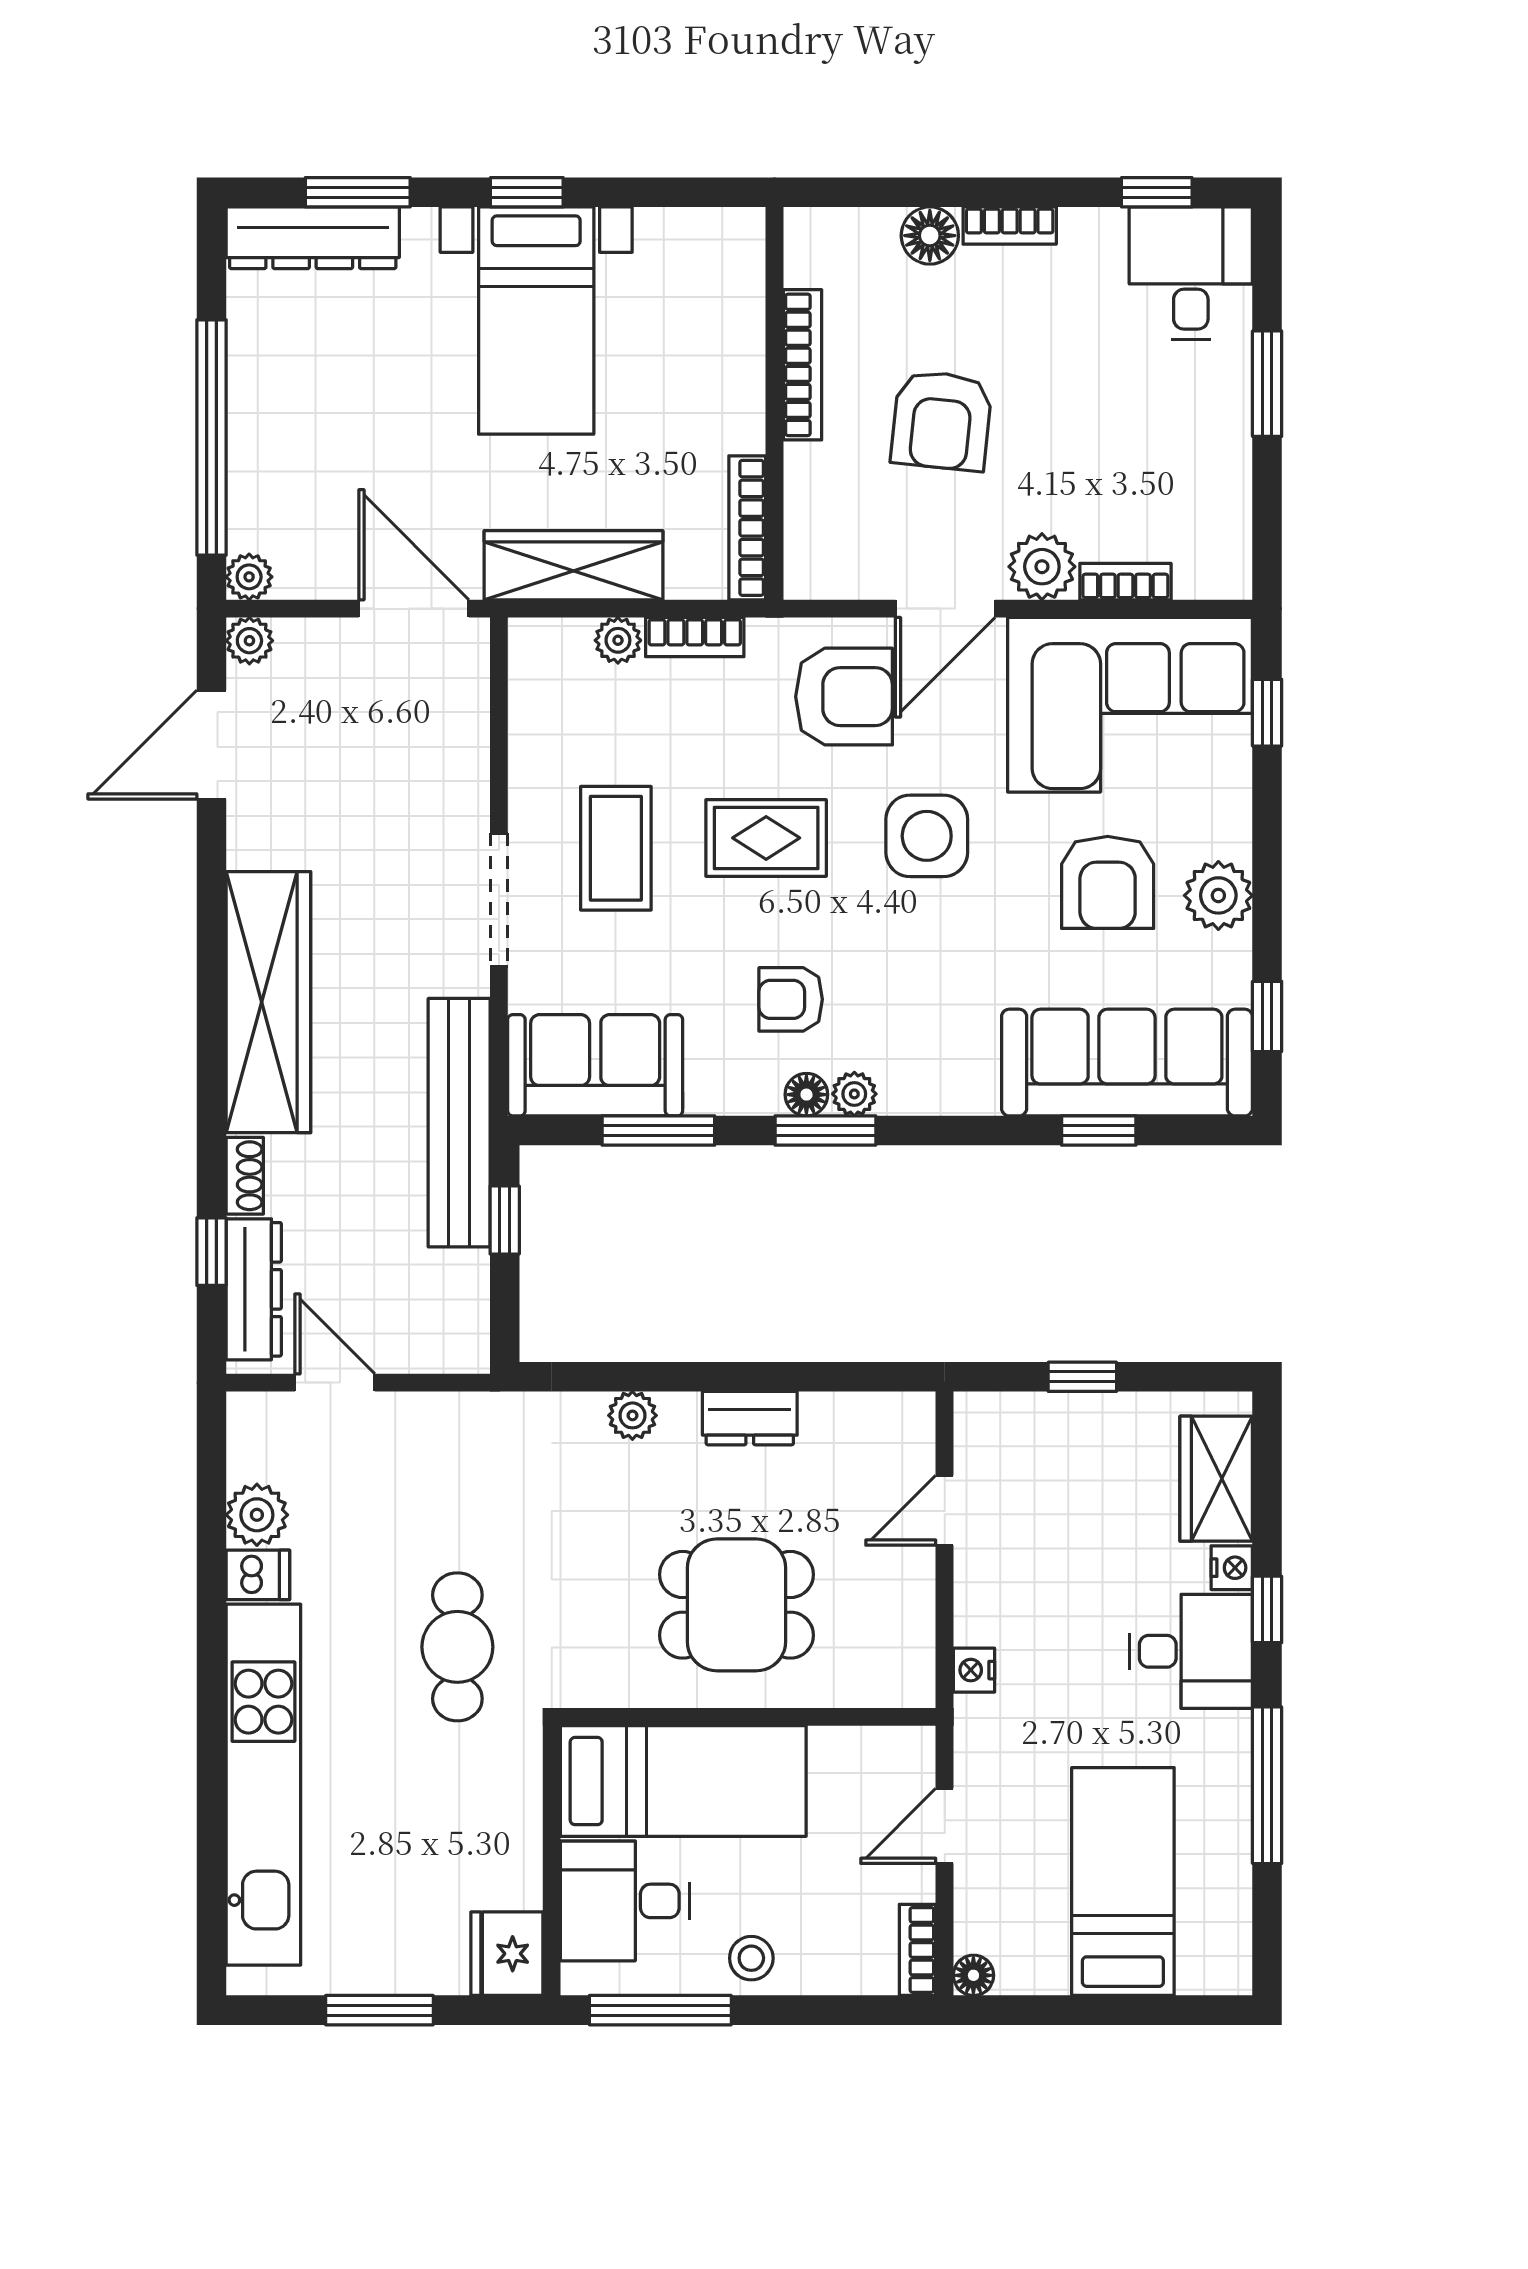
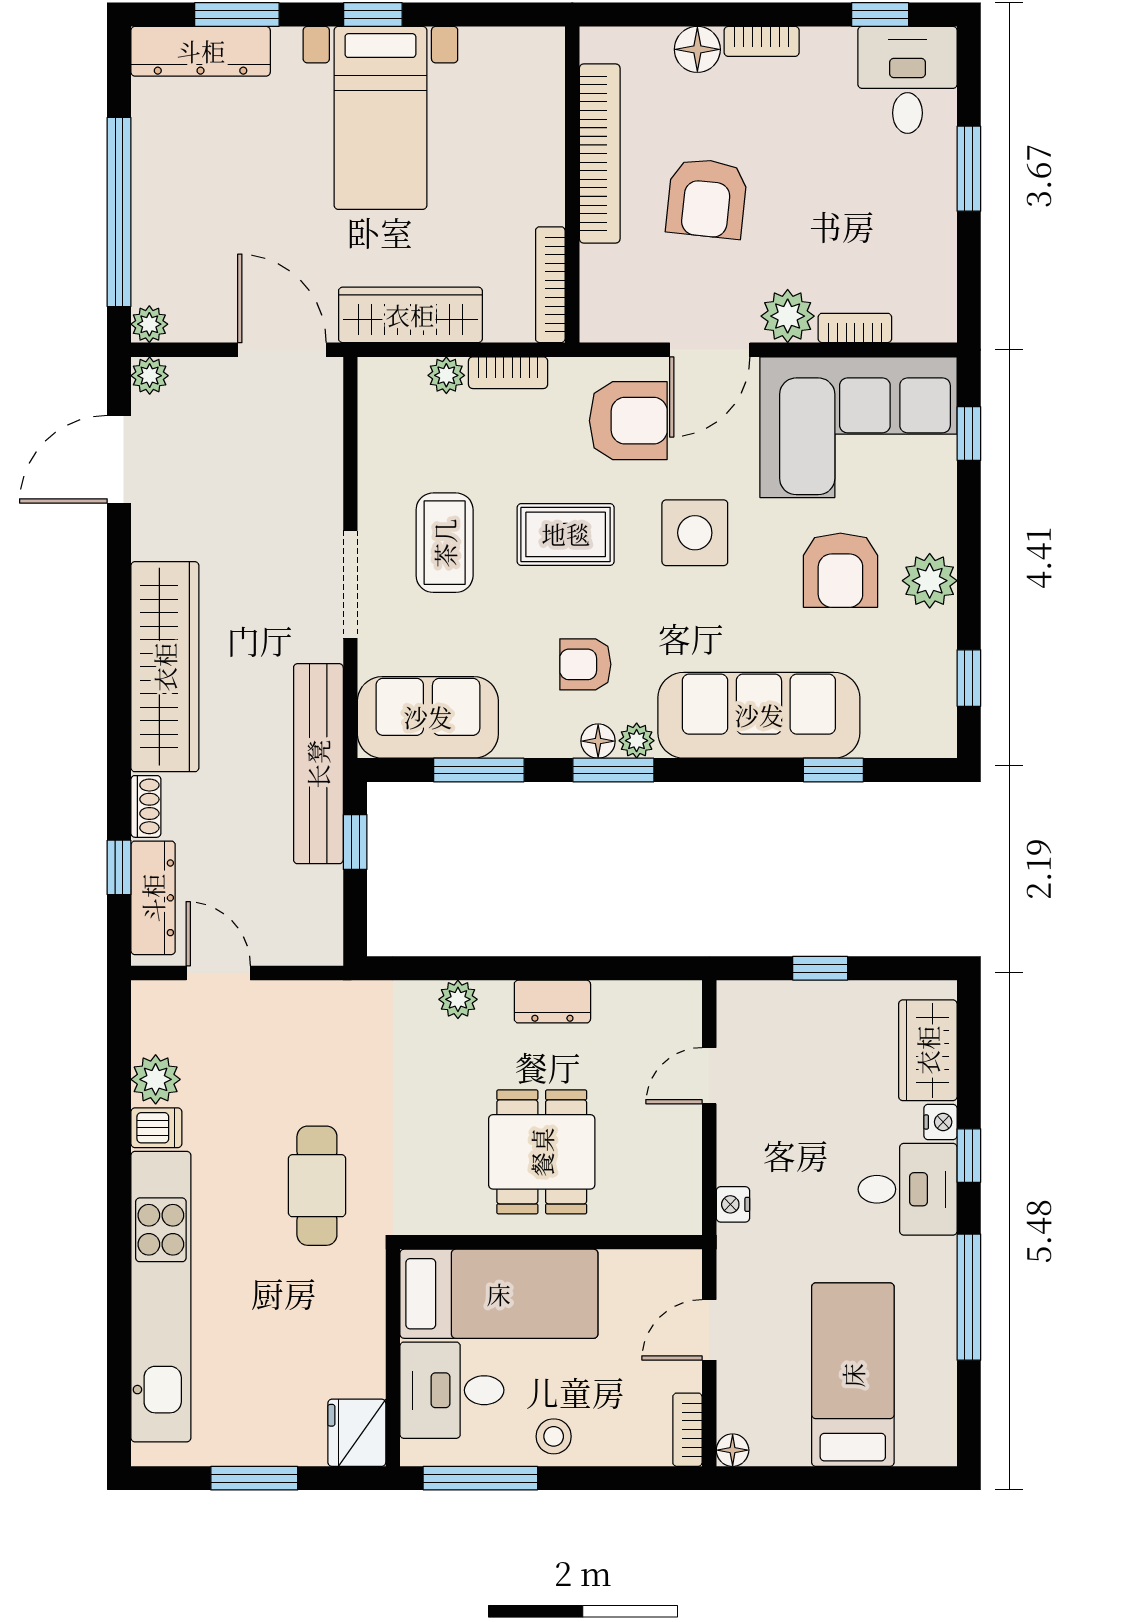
bookcase: (802, 365) -> (600, 153), width x1.48, depth x1.31
sofa: (1127, 1063) -> (759, 715), moved
dining table: (736, 1605) -> (542, 1152), turned 90

